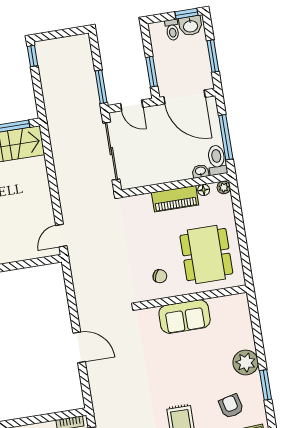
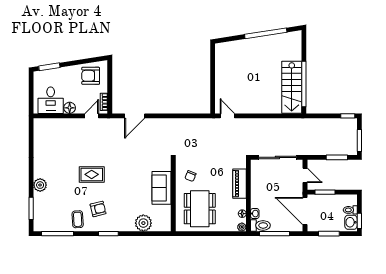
window: (66, 33) -> (359, 140), added
window: (101, 87) -> (337, 157), moved
door: (185, 97) -> (305, 211), hinge flipped
door: (132, 105) -> (305, 175), swing flipped
piano: (175, 199) -> (239, 184), moved
dining table: (206, 255) -> (200, 209), turned 90
door: (79, 347) -> (135, 116), moved
plant: (246, 363) -> (143, 223), moved

